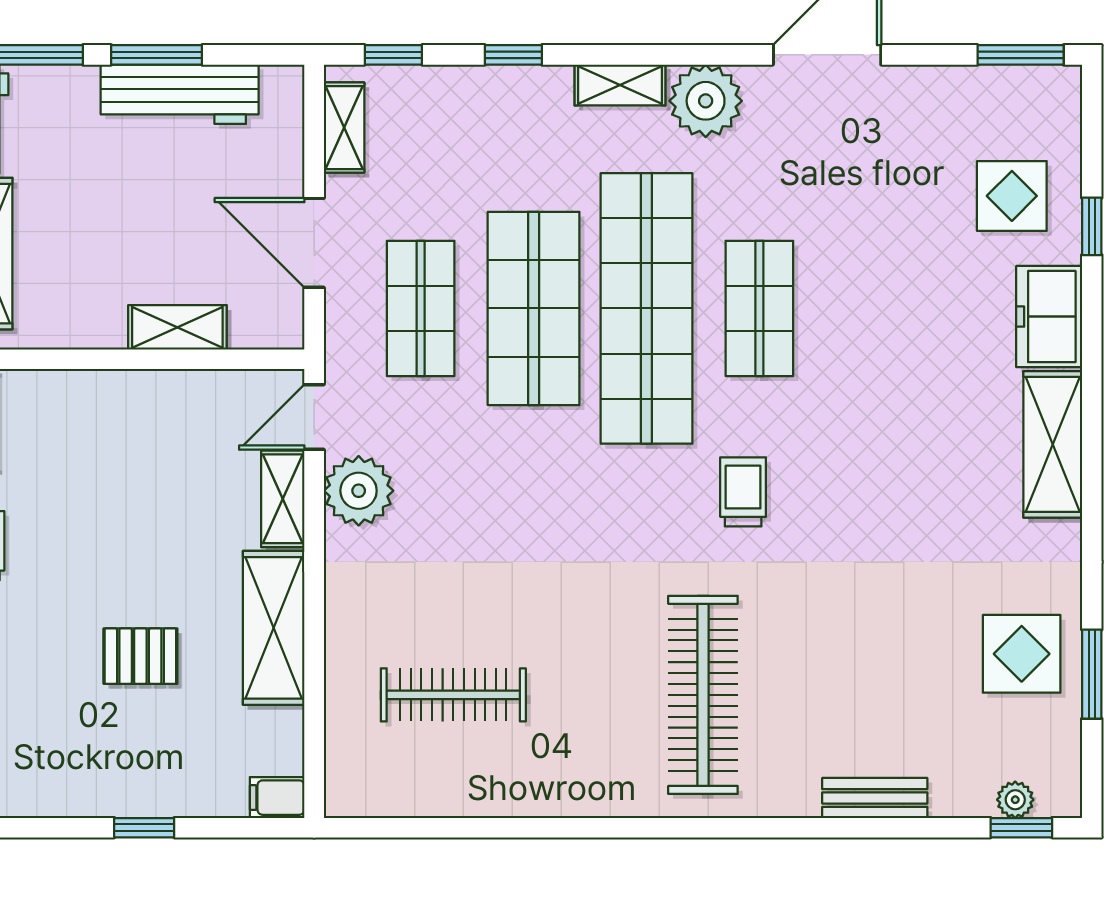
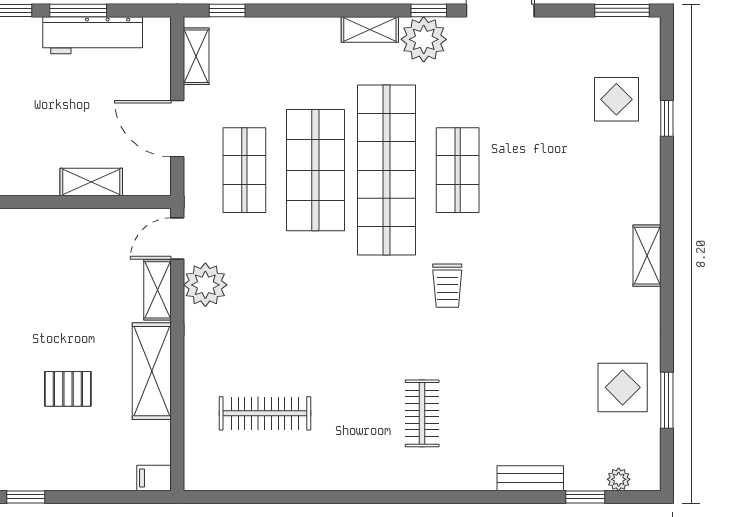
window: (513, 55) -> (429, 10), moved
freezer: (1049, 317) -> (640, 175), removed
shelving: (1053, 444) -> (647, 256), width x0.67, depth x0.75
trolley: (743, 492) -> (447, 286), turned 180
clothes rail: (703, 695) -> (422, 413), width x0.54, depth x0.76
window: (144, 828) -> (26, 497), moved
window: (1021, 828) -> (585, 497), moved

